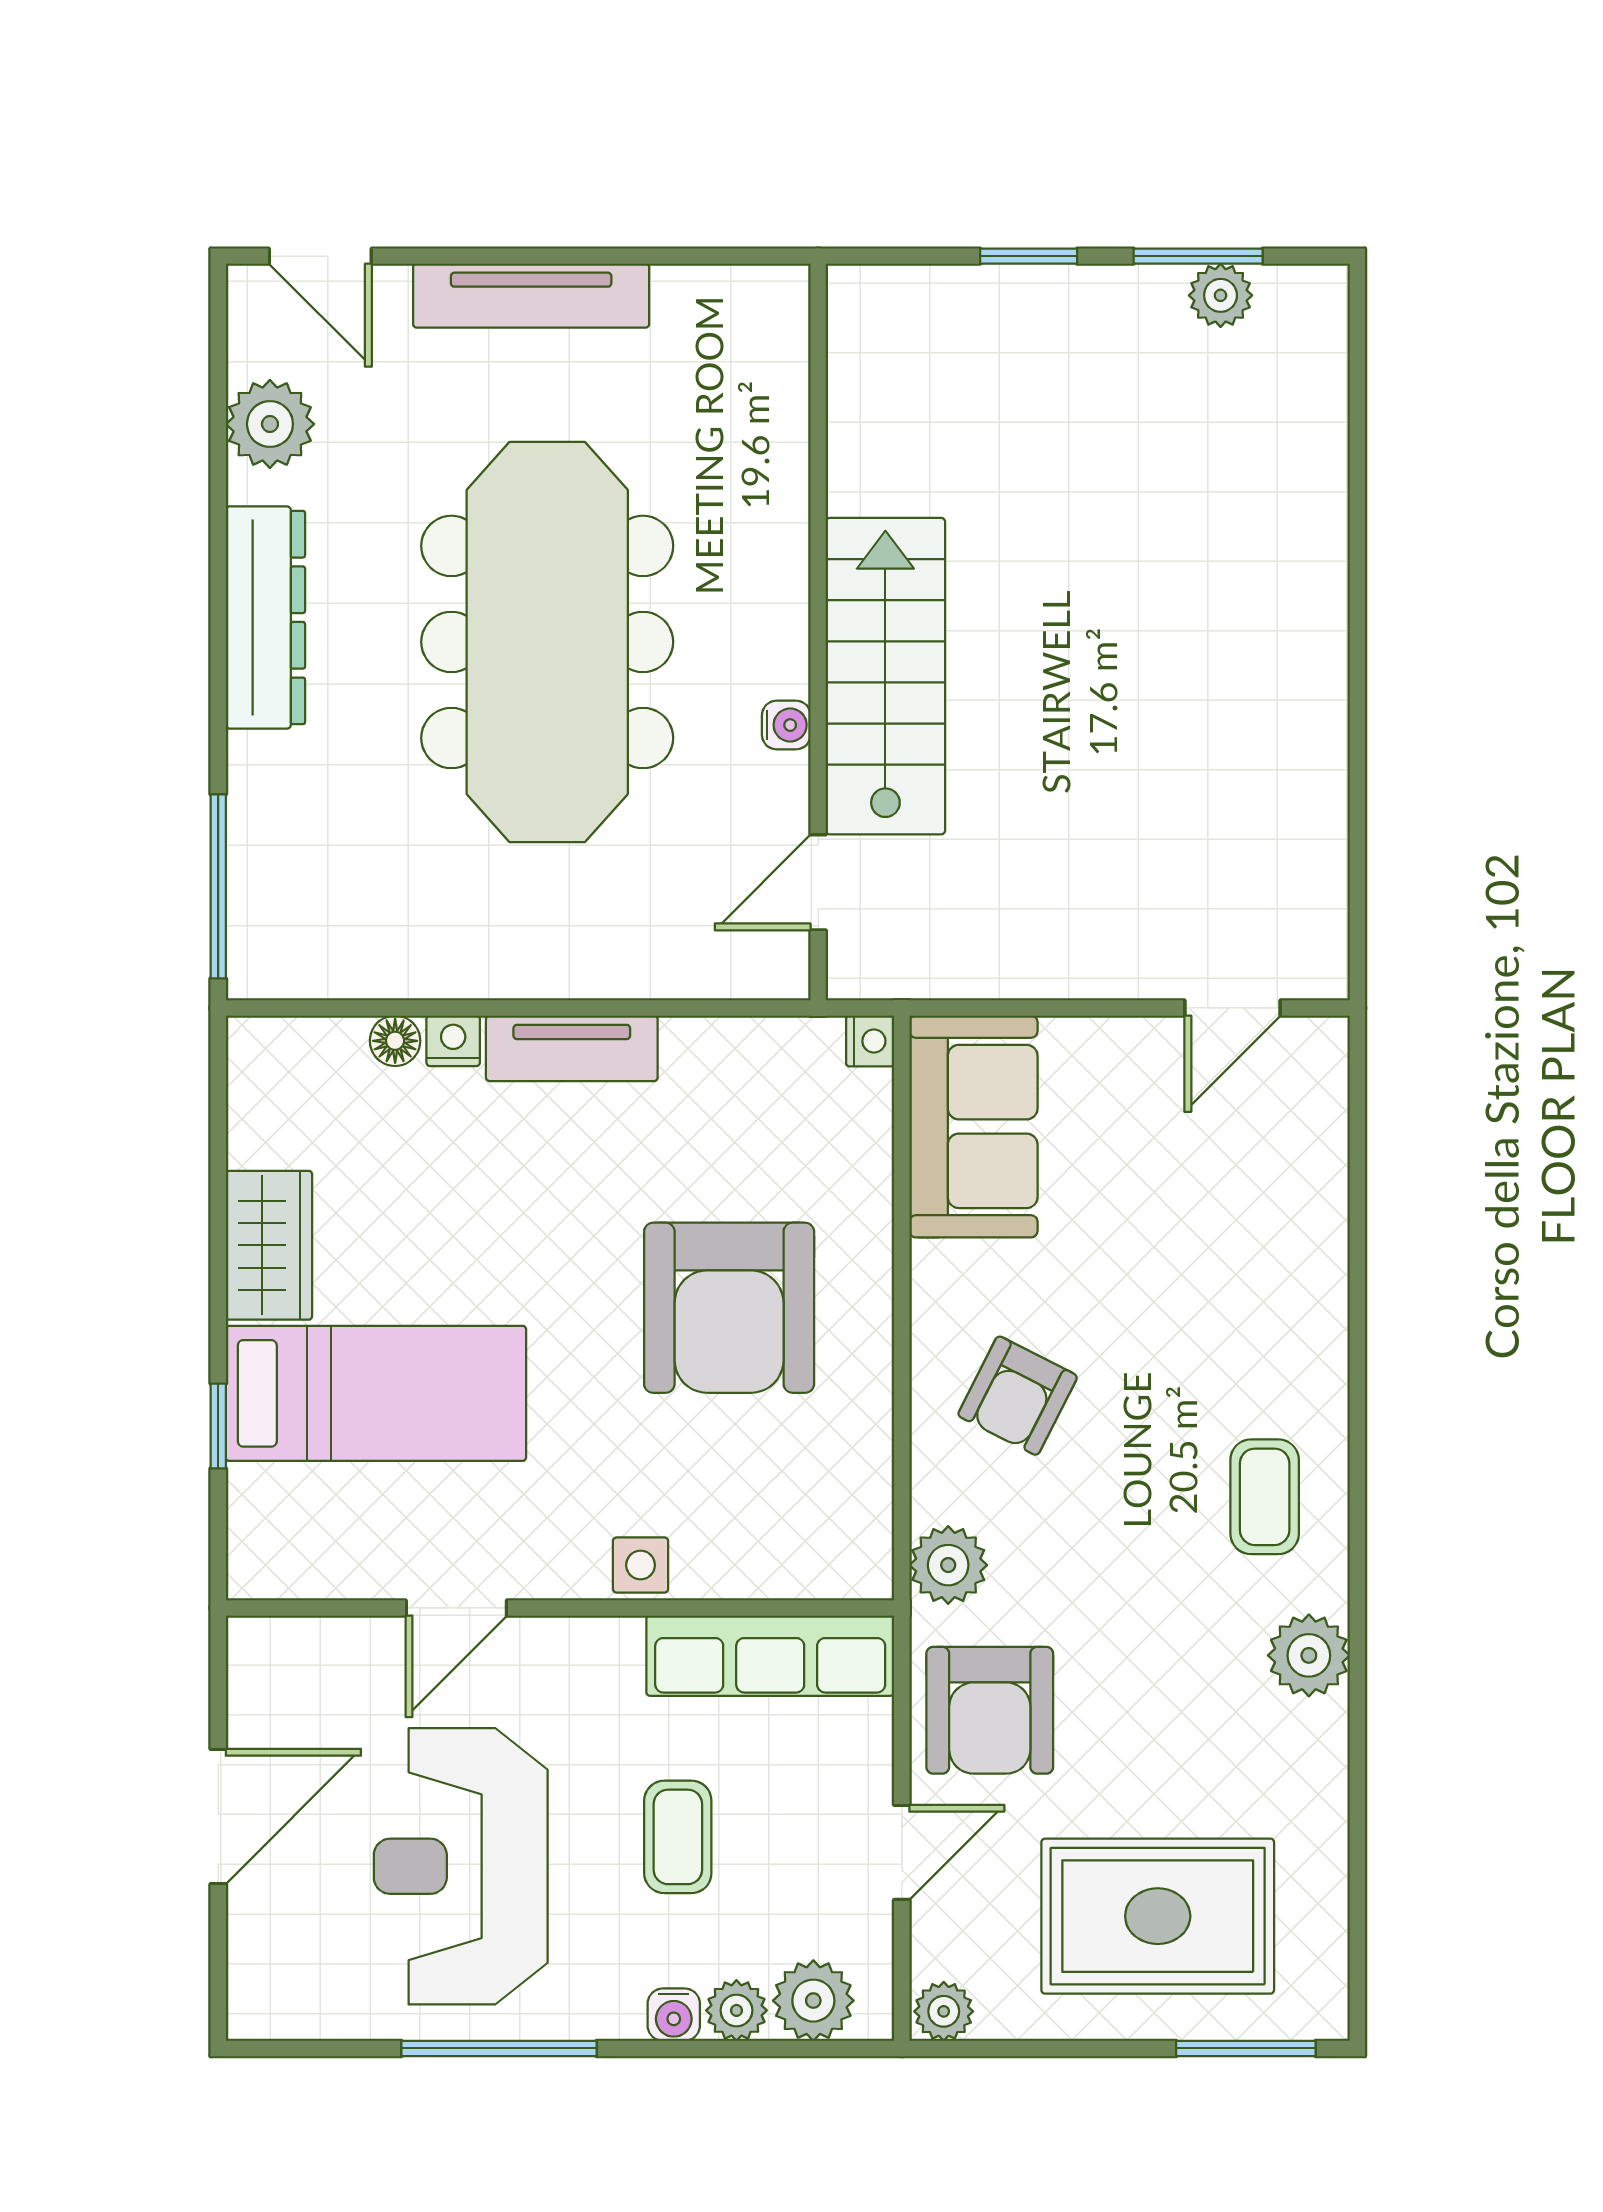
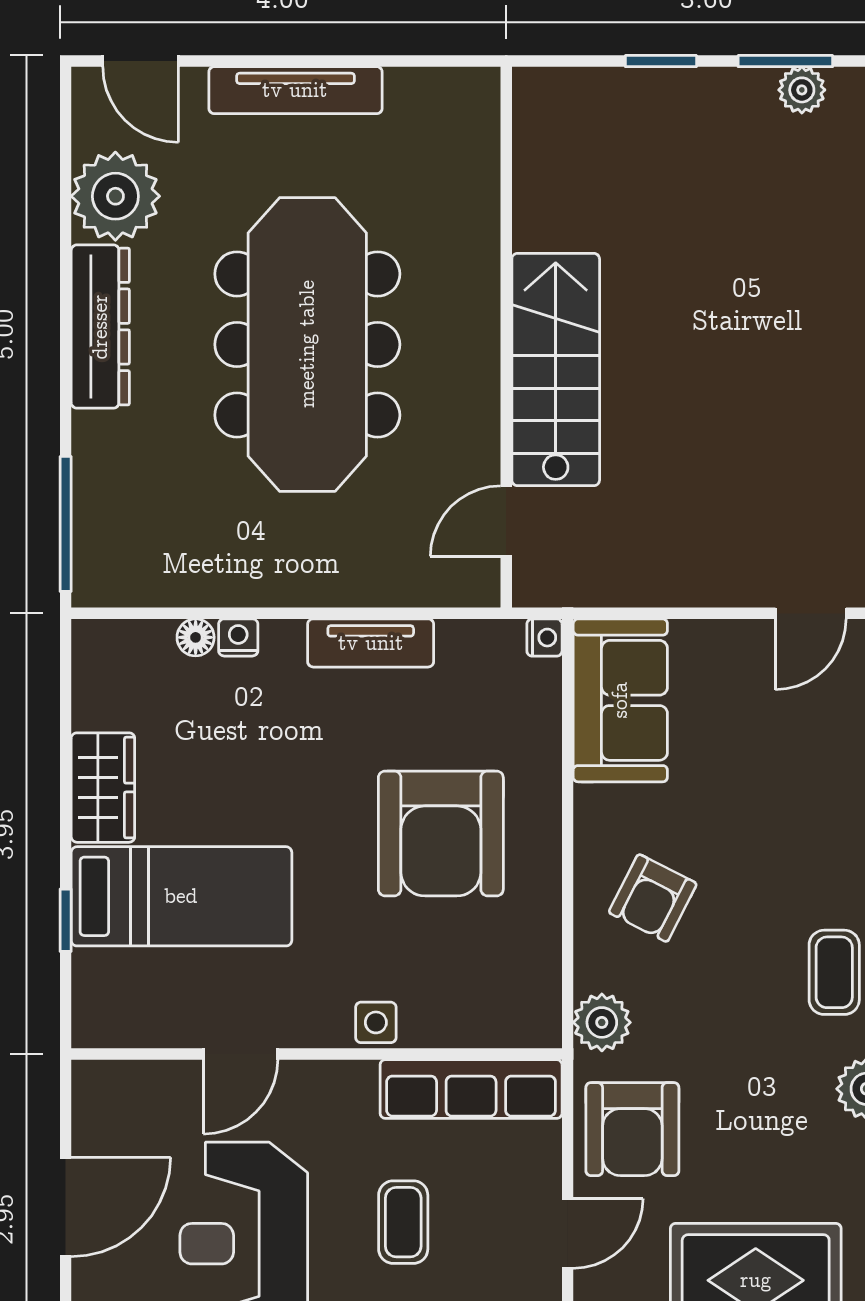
plant: (270, 424) -> (115, 196), width x1.36, depth x1.36
water cooler: (786, 725) -> (483, 405), removed
tv unit: (572, 1048) -> (371, 643), moved

